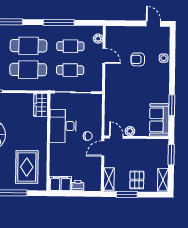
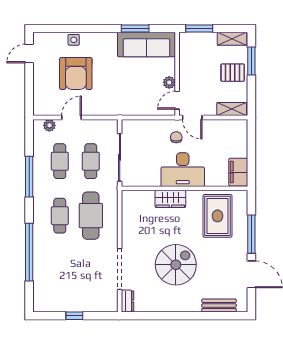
cafe table: (29, 46) -> (60, 216), width x0.73, depth x0.74
armchair: (138, 59) -> (76, 73), width x1.88, depth x1.88
wardrobe: (41, 105) -> (170, 199), moved
sofa: (159, 120) -> (146, 44), width x1.36
desk: (63, 126) -> (183, 170), moved
rug: (27, 167) -> (217, 216), turned 90
printer: (78, 186) -> (241, 149), removed
window: (127, 194) -> (251, 61), moved

